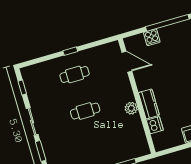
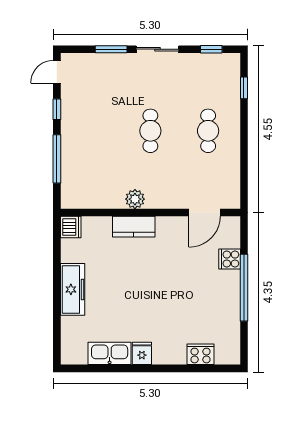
window: (70, 51) -> (244, 88), moved
dishwasher: (155, 125) -> (71, 227), moved, turned -90

